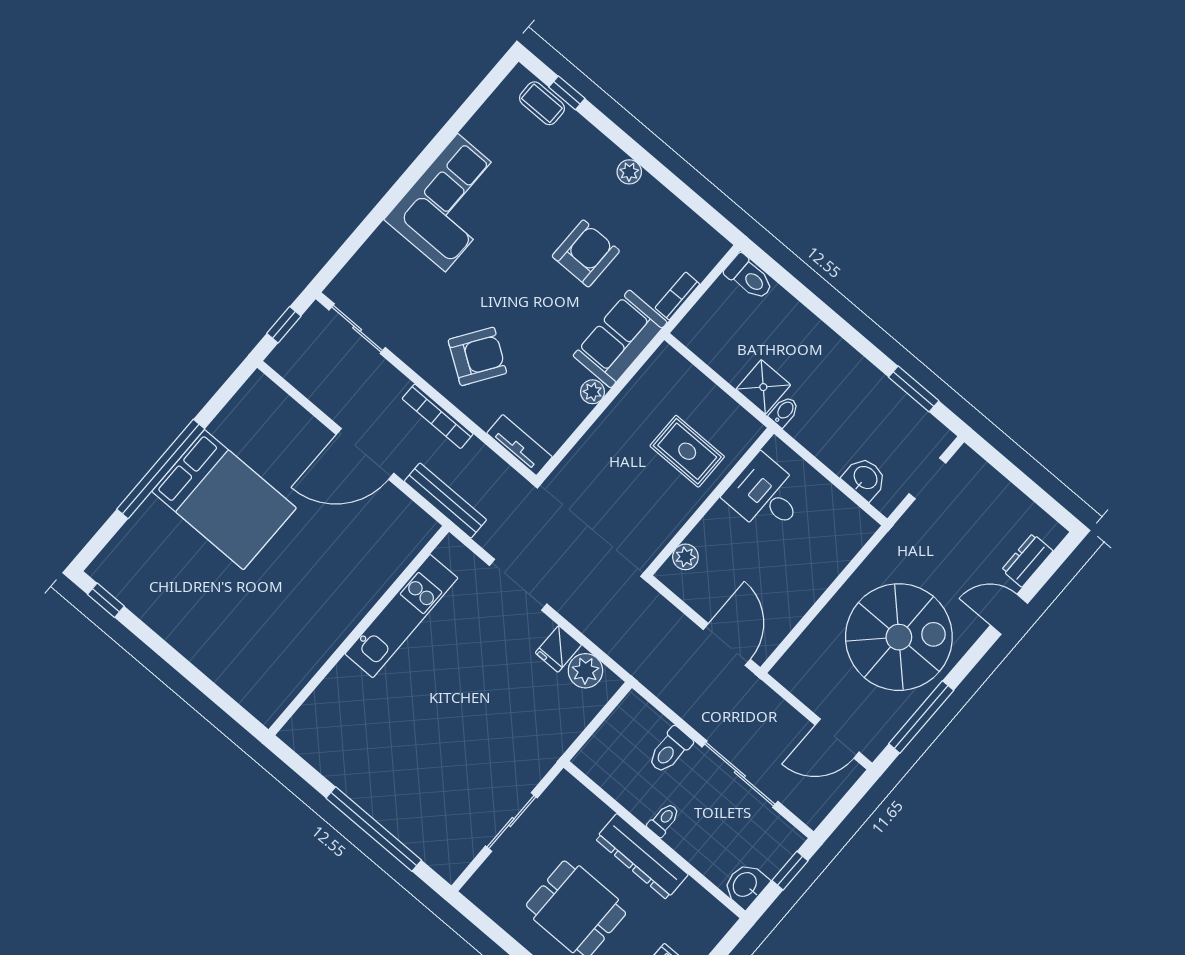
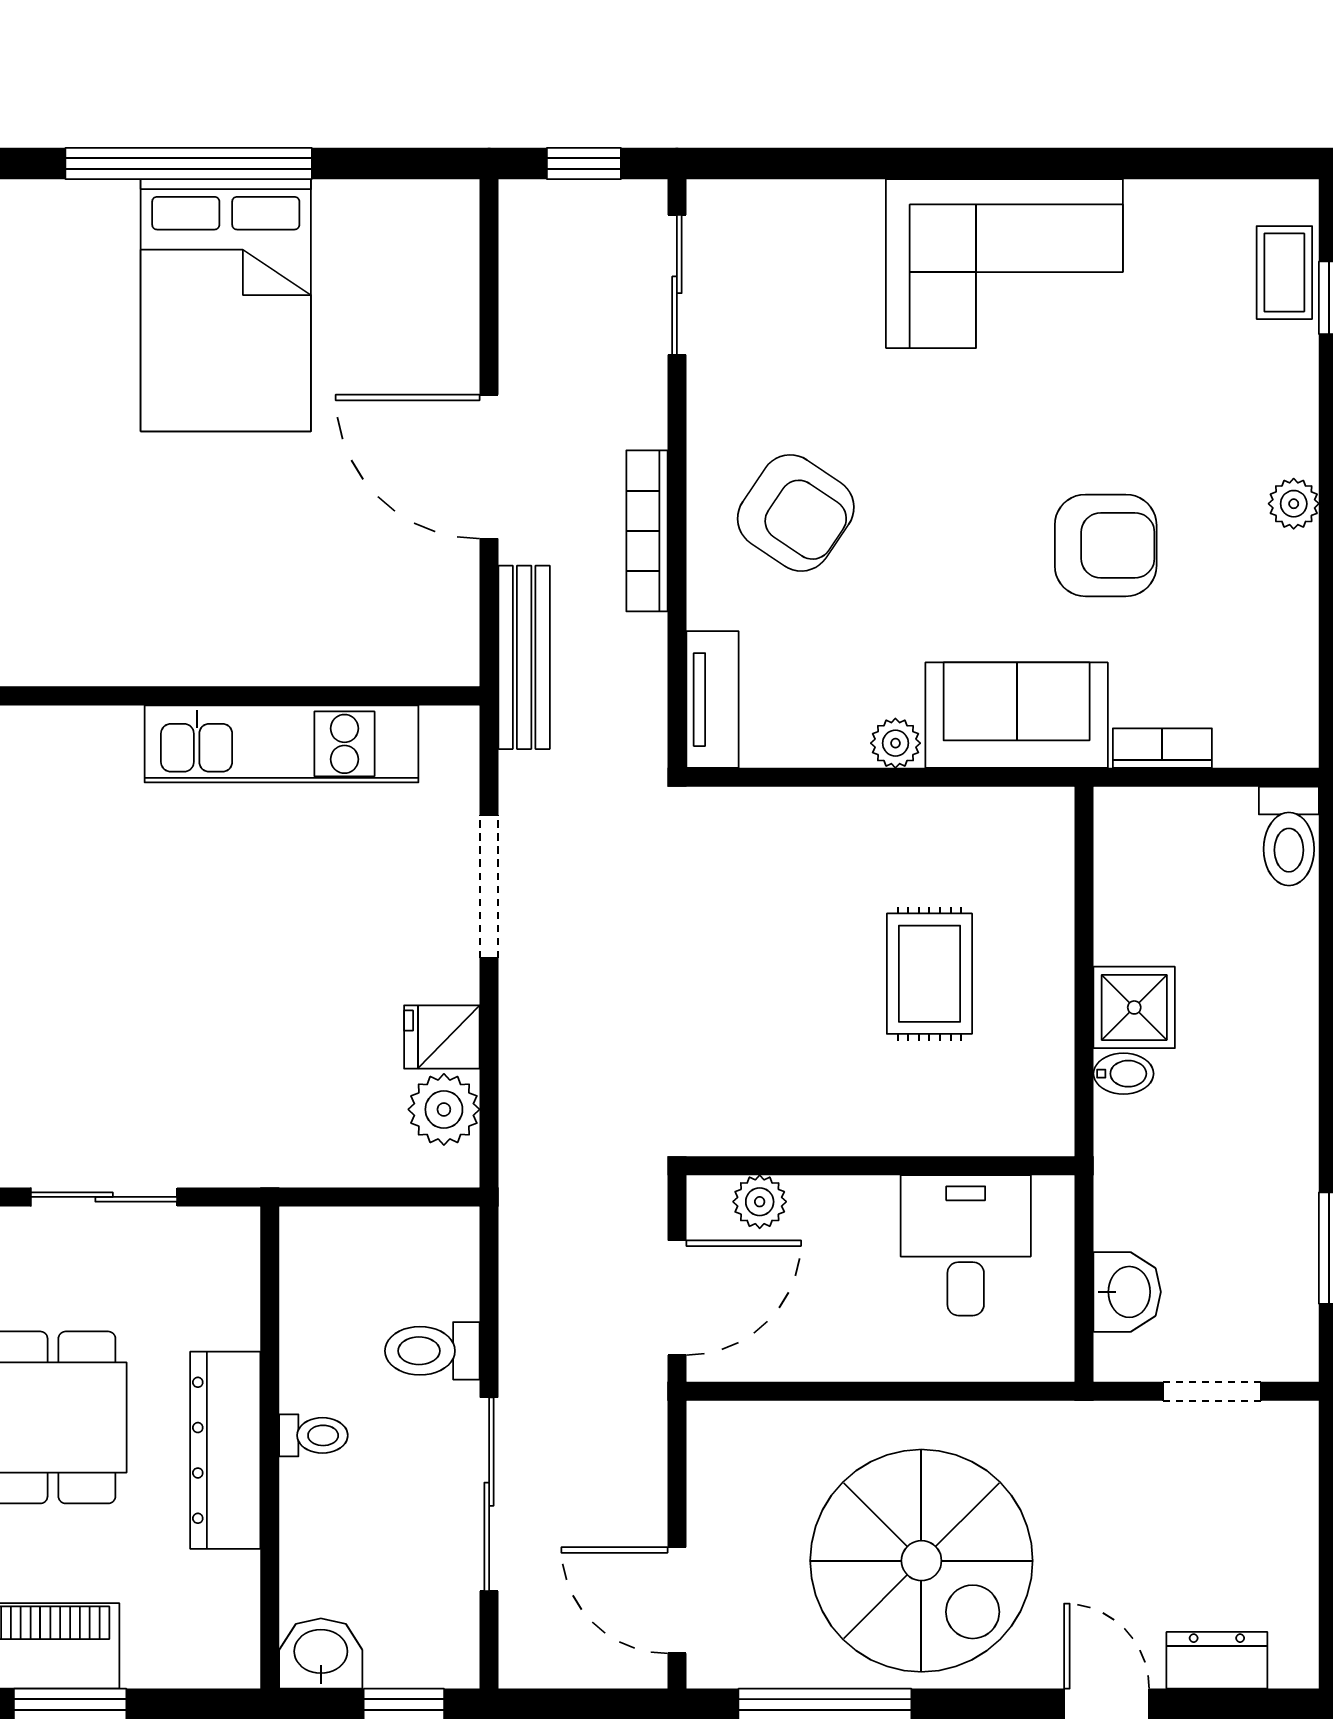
desk: (766, 495) -> (966, 1245), moved
wall: (710, 502) -> (881, 1166), moved
plant: (685, 557) -> (760, 1202), moved

